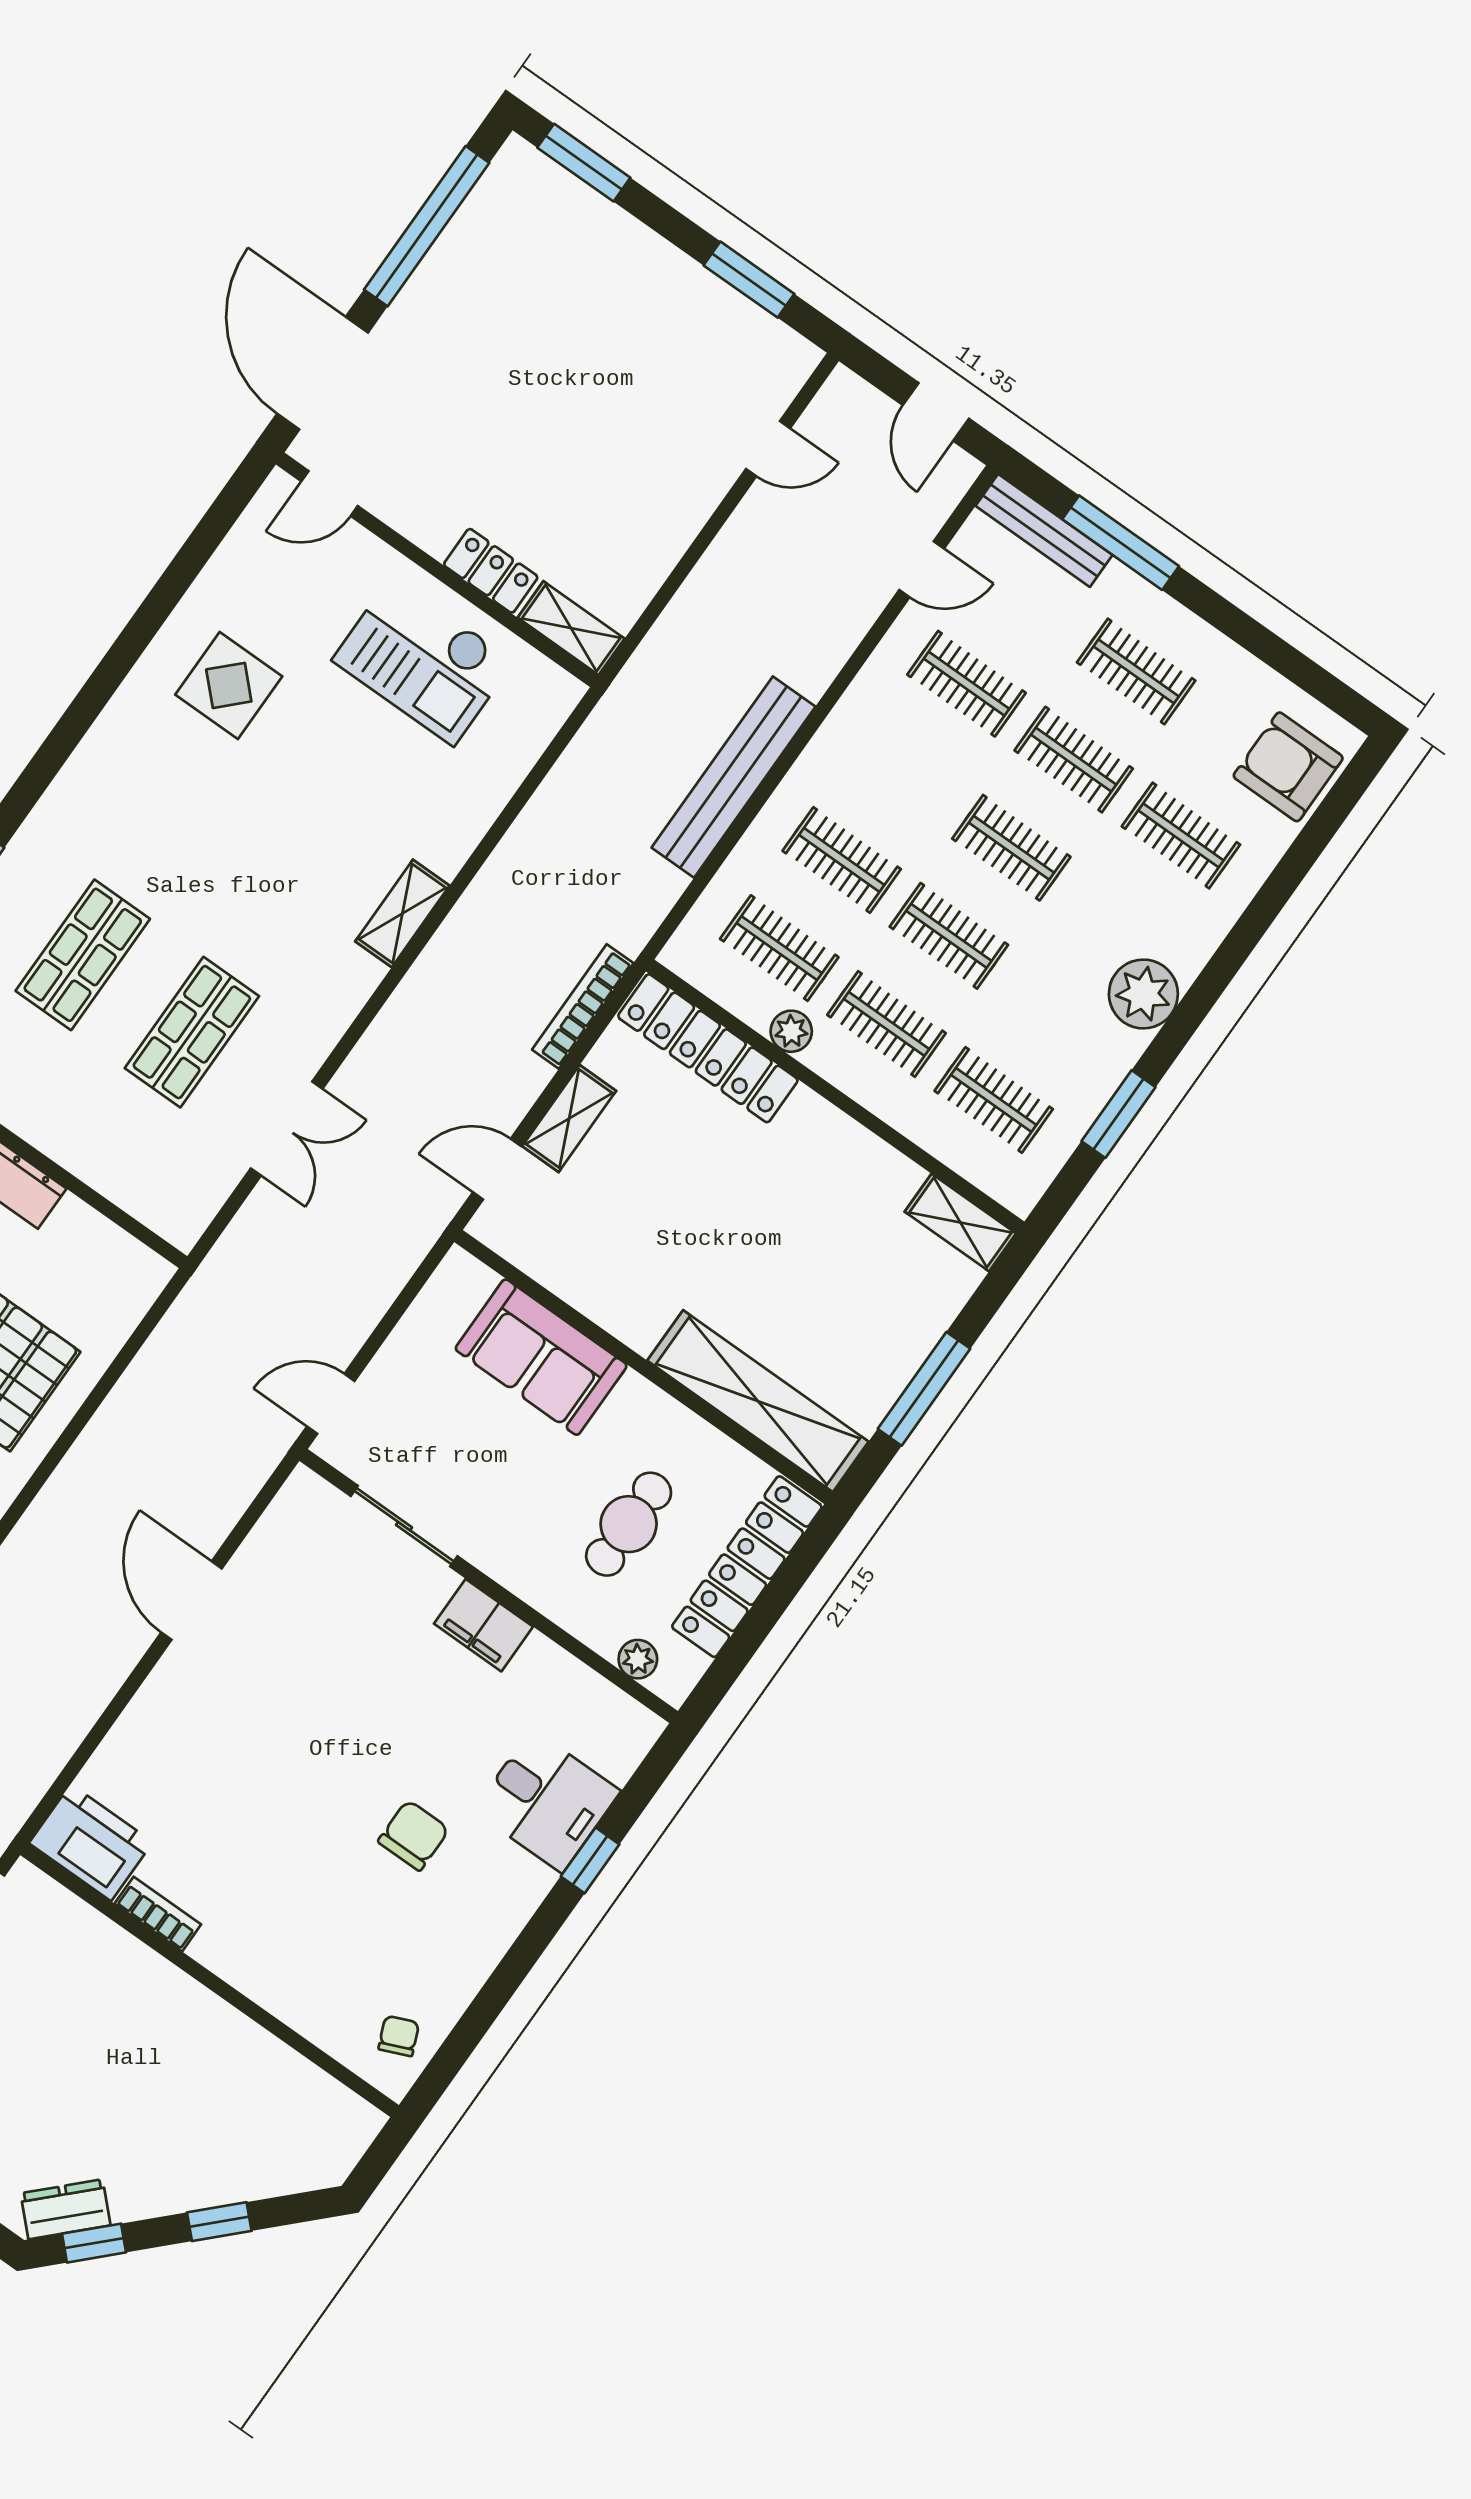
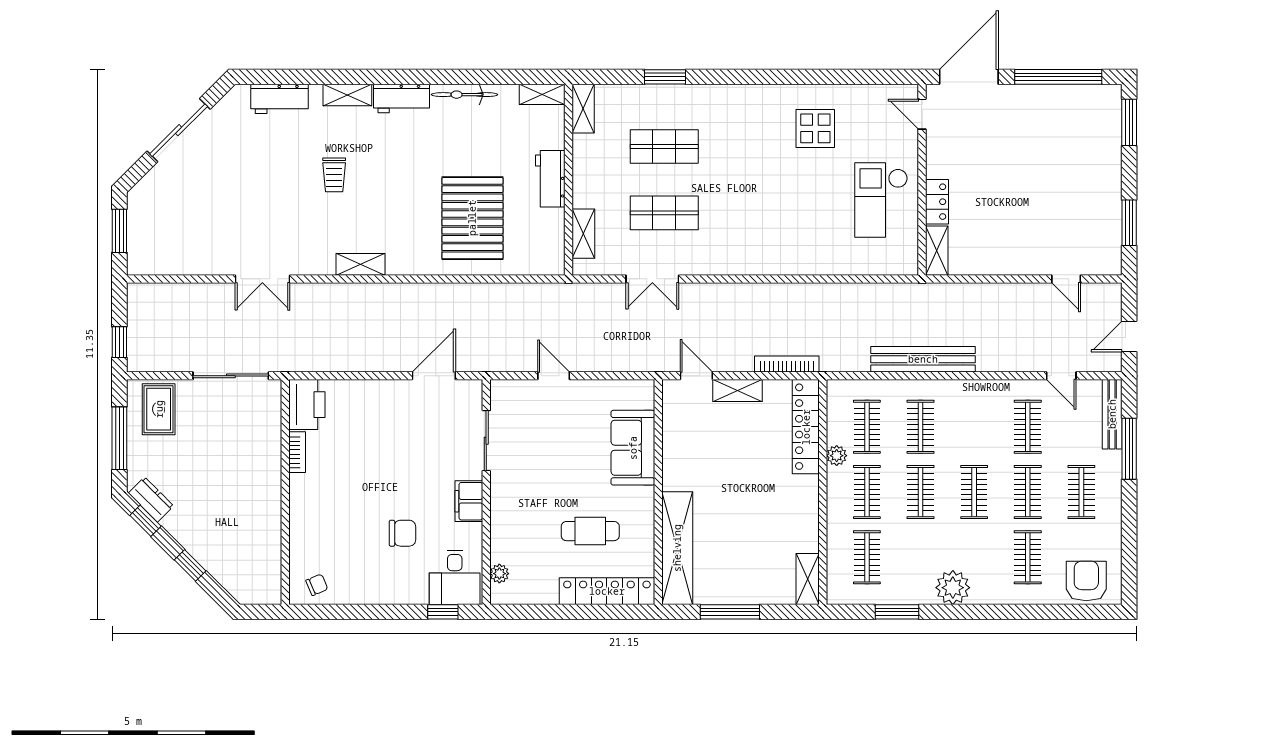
shelving: (402, 913) -> (583, 234), moved, turned 90
sliding door: (404, 1526) -> (486, 441), moved
wall: (489, 1586) -> (486, 492), moved
filing cabinet: (483, 1625) -> (469, 501), moved
plant: (638, 1659) -> (499, 574), moved

